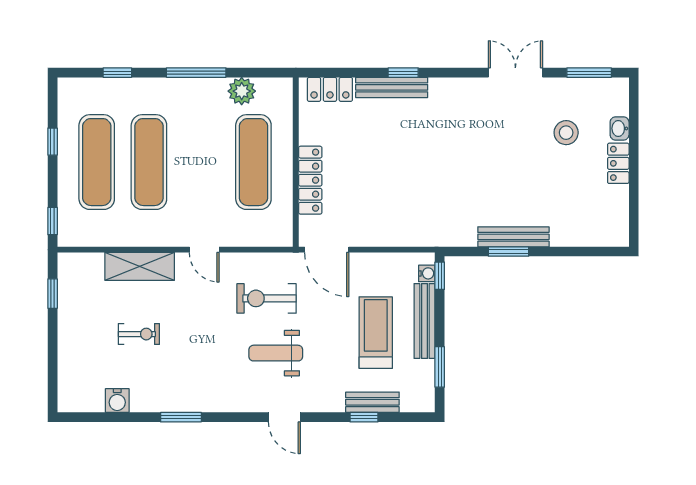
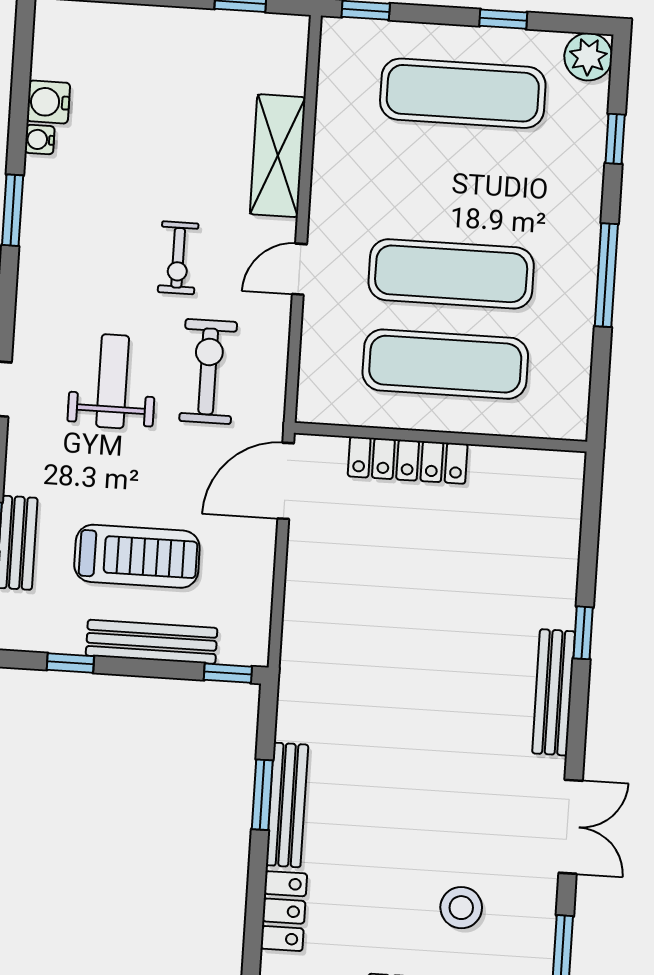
bench: (392, 87) -> (554, 692), moved
locker: (330, 89) -> (284, 911), moved, turned 180
plant: (242, 91) -> (588, 57), moved
exercise mat: (149, 162) -> (451, 274), moved
water cooler: (427, 273) -> (40, 140), moved, turned 90
exercise bike: (139, 334) -> (178, 258), moved
window: (440, 367) -> (70, 663), width x0.67

